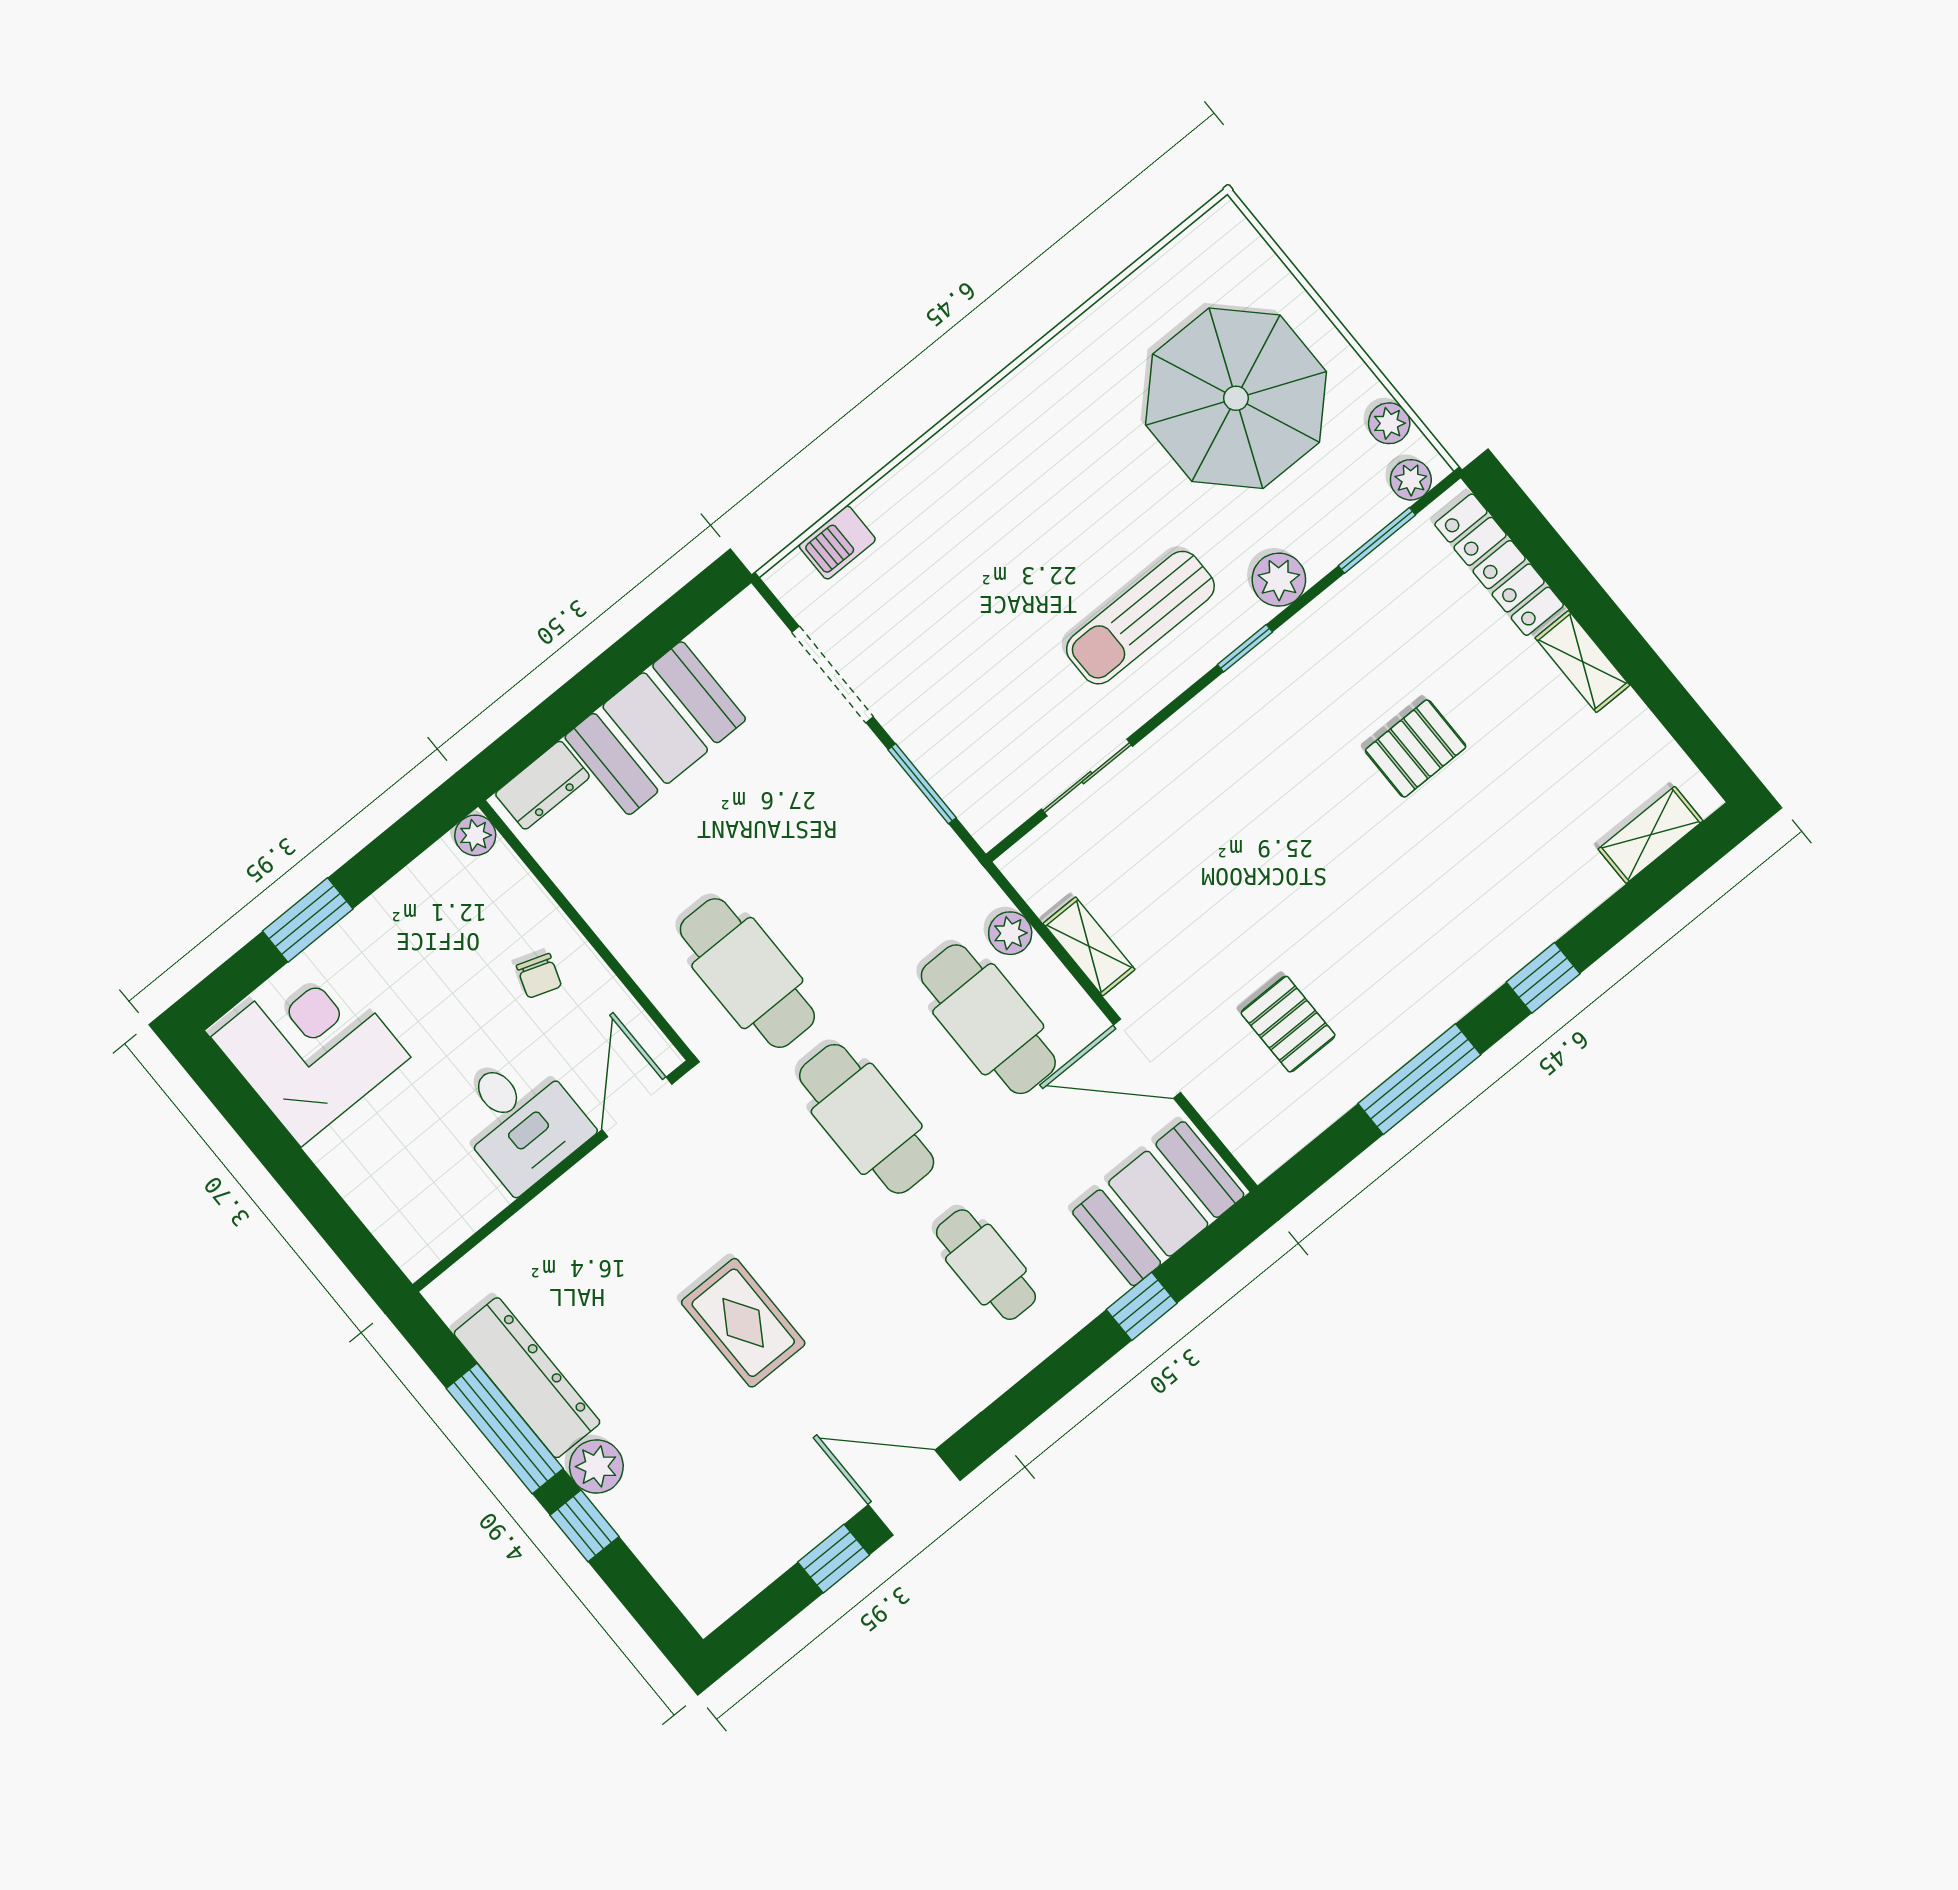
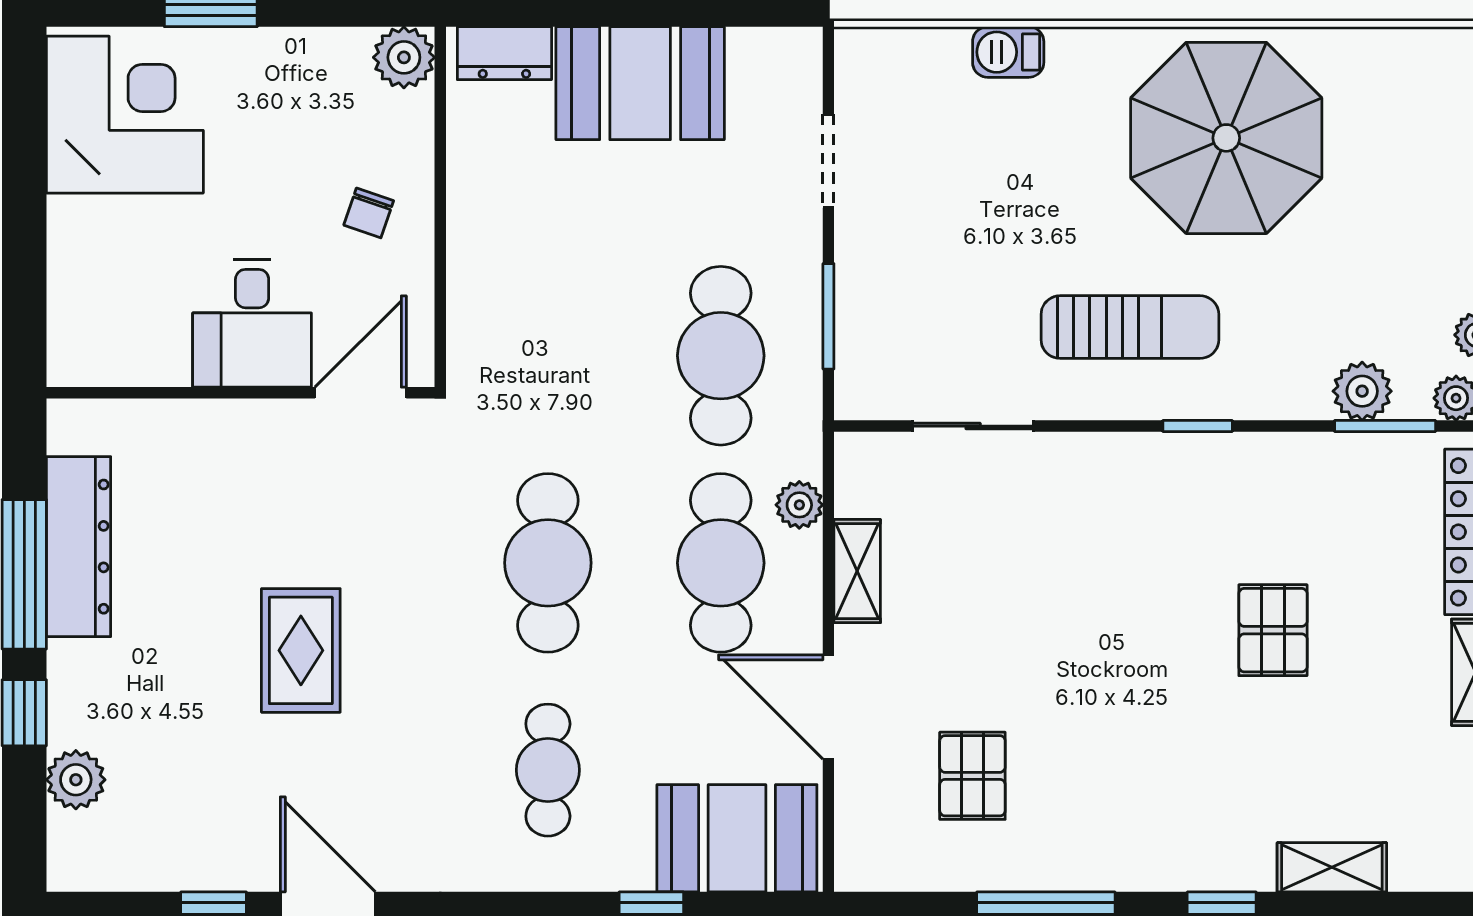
parasol: (1236, 398) -> (1226, 138), moved
barbecue: (837, 543) -> (1008, 52), moved
plant: (1279, 580) -> (1362, 391), moved
sun lounger: (1140, 618) -> (1130, 327), turned 180
doorway: (833, 674) -> (828, 161), width x0.73
pallet: (1416, 749) -> (1273, 630), turned 90
plant: (475, 835) -> (404, 57), width x1.38, depth x1.38
shelving: (1651, 835) -> (1332, 867), moved
cafe table: (747, 973) -> (721, 356), moved
plant: (596, 1466) -> (76, 780), moved

